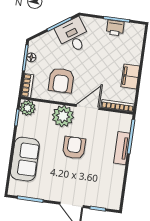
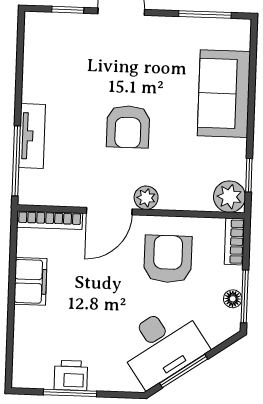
desk: (73, 36) -> (162, 345), width x1.37
plant: (63, 116) -> (146, 198), width x0.53, depth x0.53

